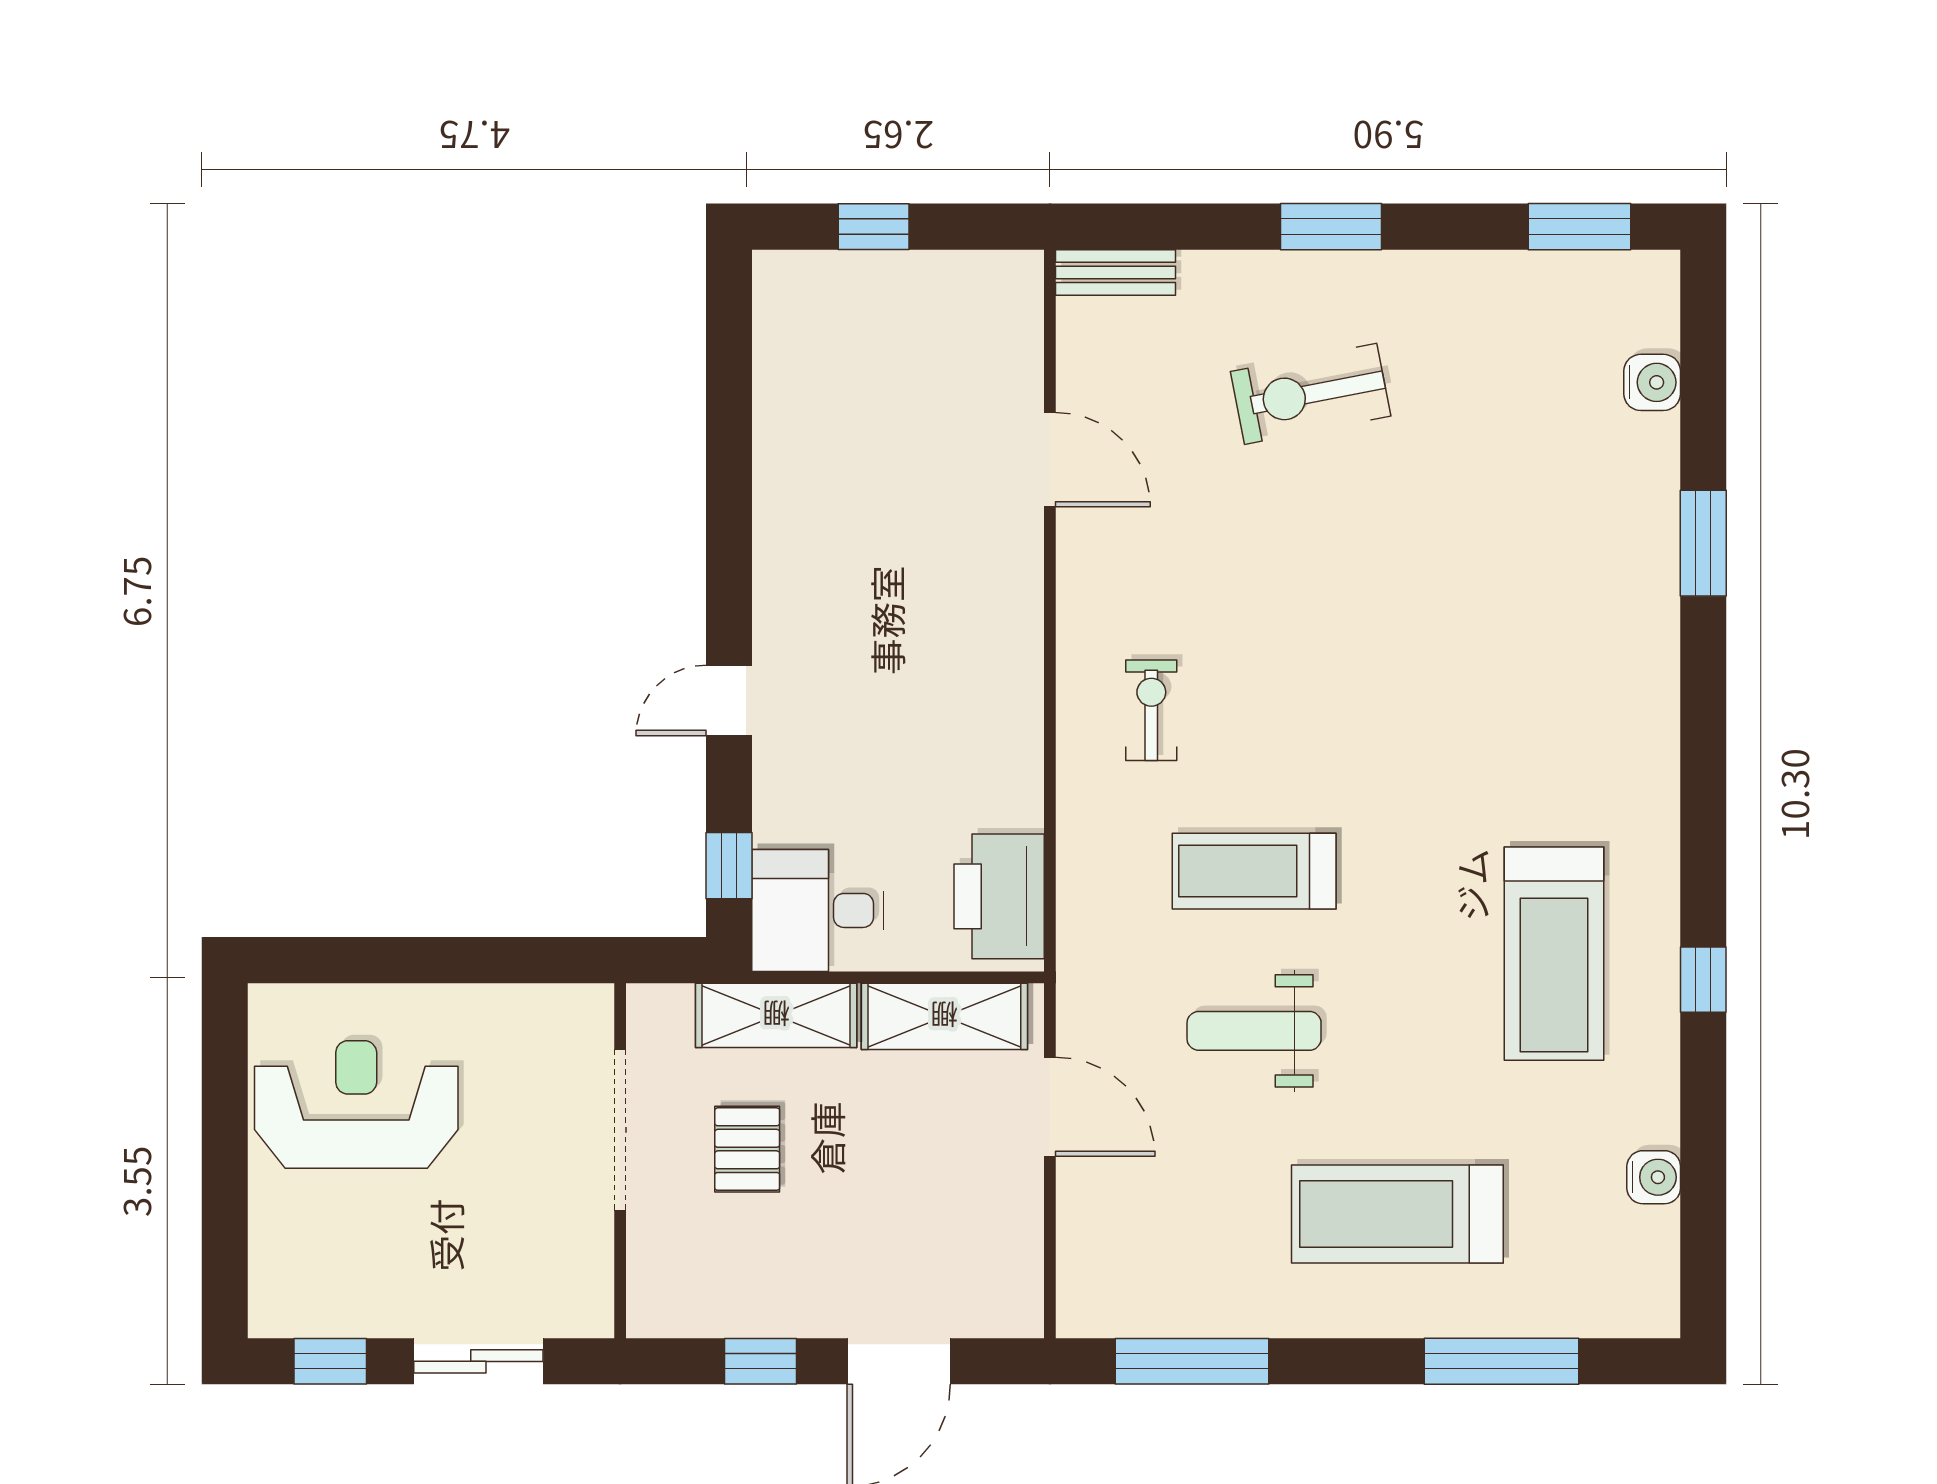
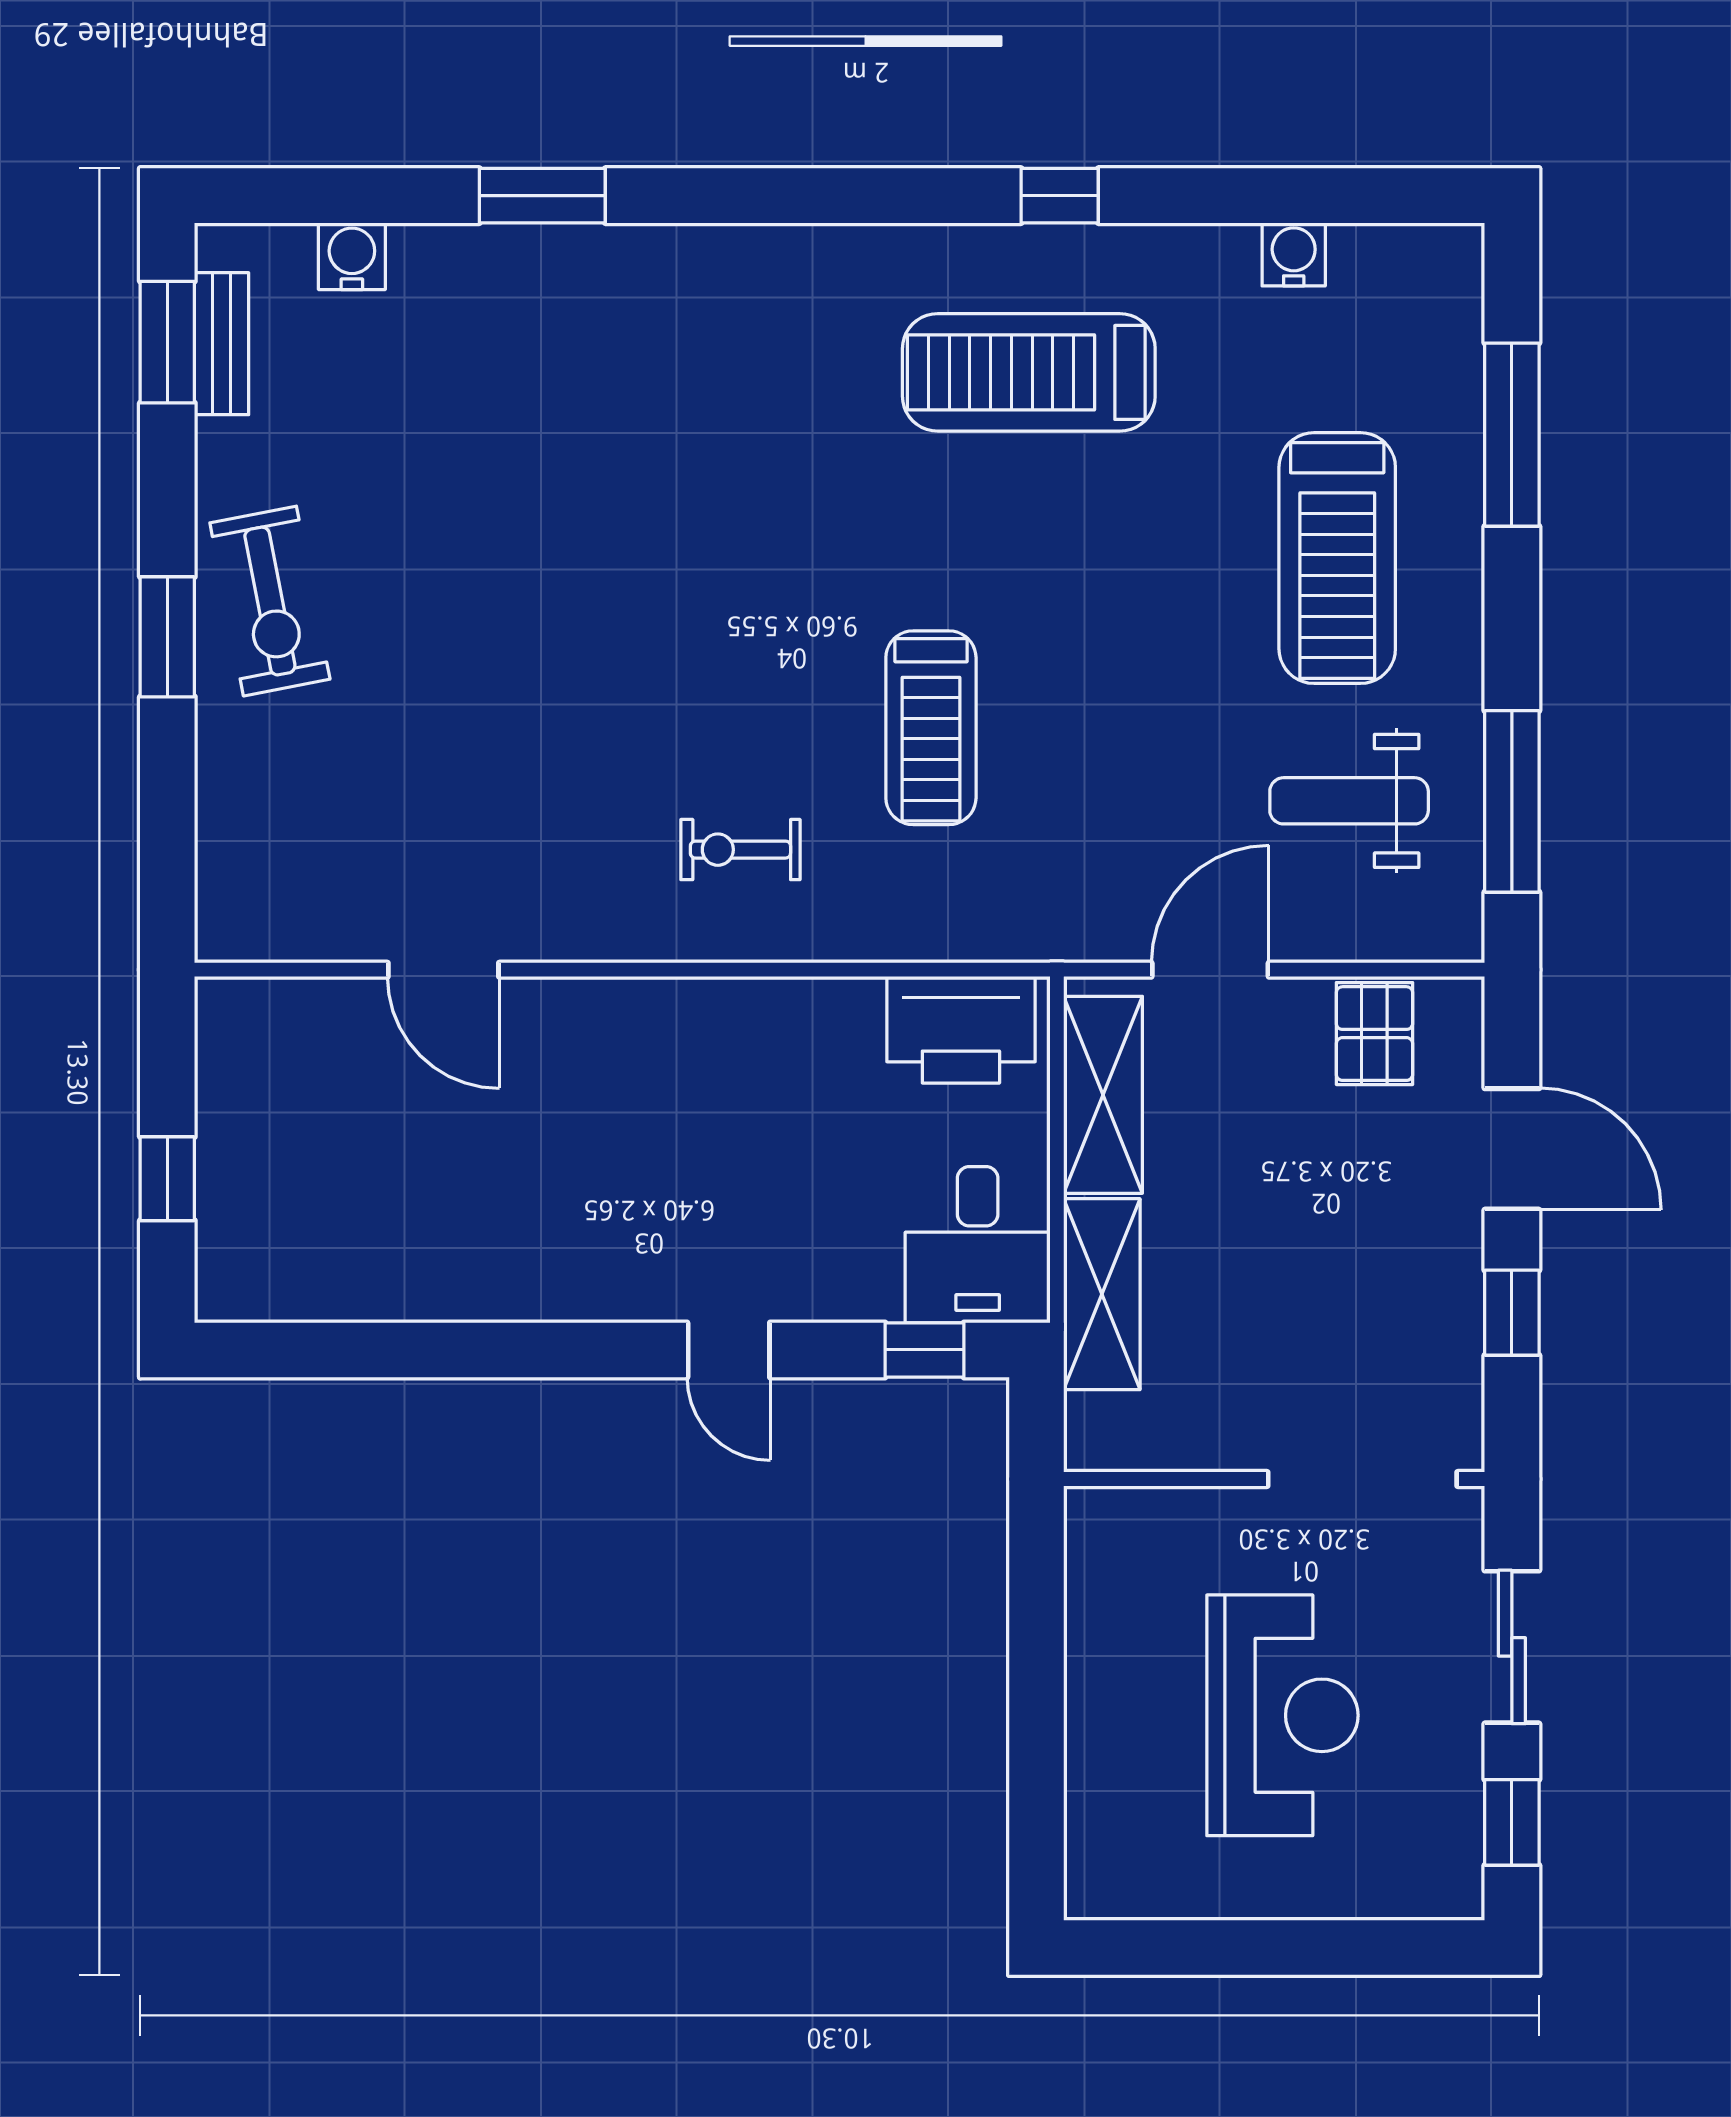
bench: (1116, 272) -> (222, 344), moved
exercise bike: (1311, 394) -> (270, 601), moved
door: (1050, 460) -> (443, 970), swing flipped
treadmill: (1554, 954) -> (1029, 372), turned 180
weight bench: (1254, 1031) -> (1349, 801), moved, turned 90
reception desk: (356, 1104) -> (1282, 1715), moved, turned 180
doorway: (620, 1130) -> (1362, 1479), moved
pallet: (747, 1149) -> (1374, 1034), moved, turned 90

